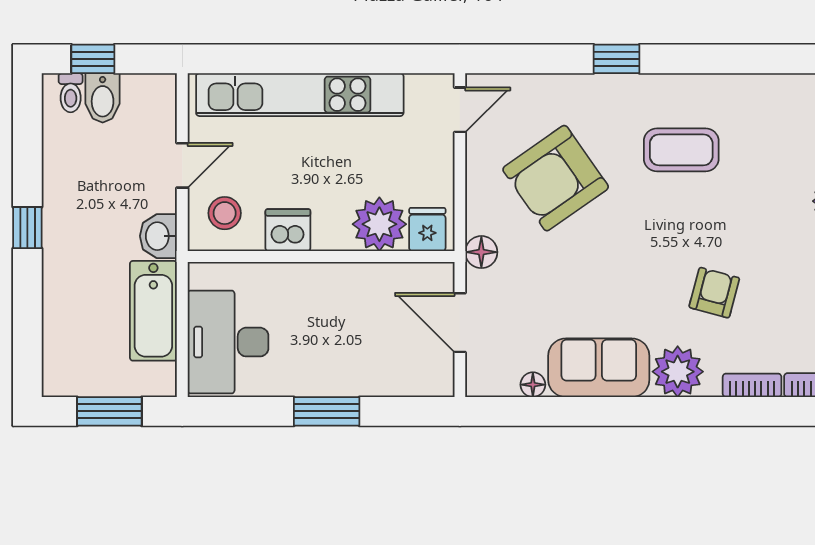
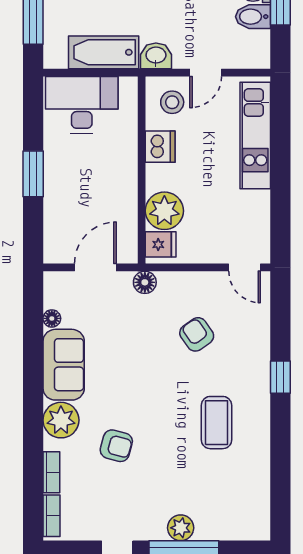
kitchen unit: (300, 95) -> (255, 136), width x0.73
door: (182, 165) -> (206, 73), hinge flipped
armchair: (556, 178) -> (197, 334), width x0.53, depth x0.53

